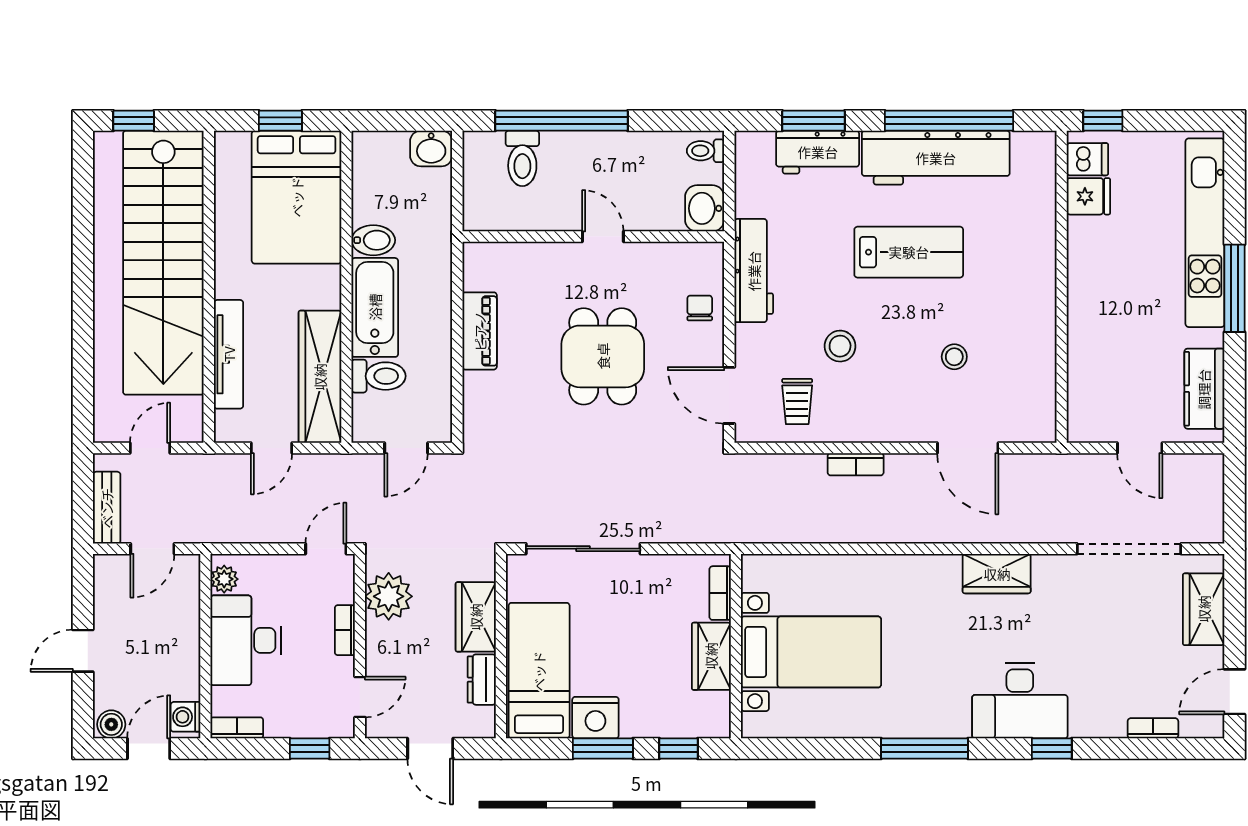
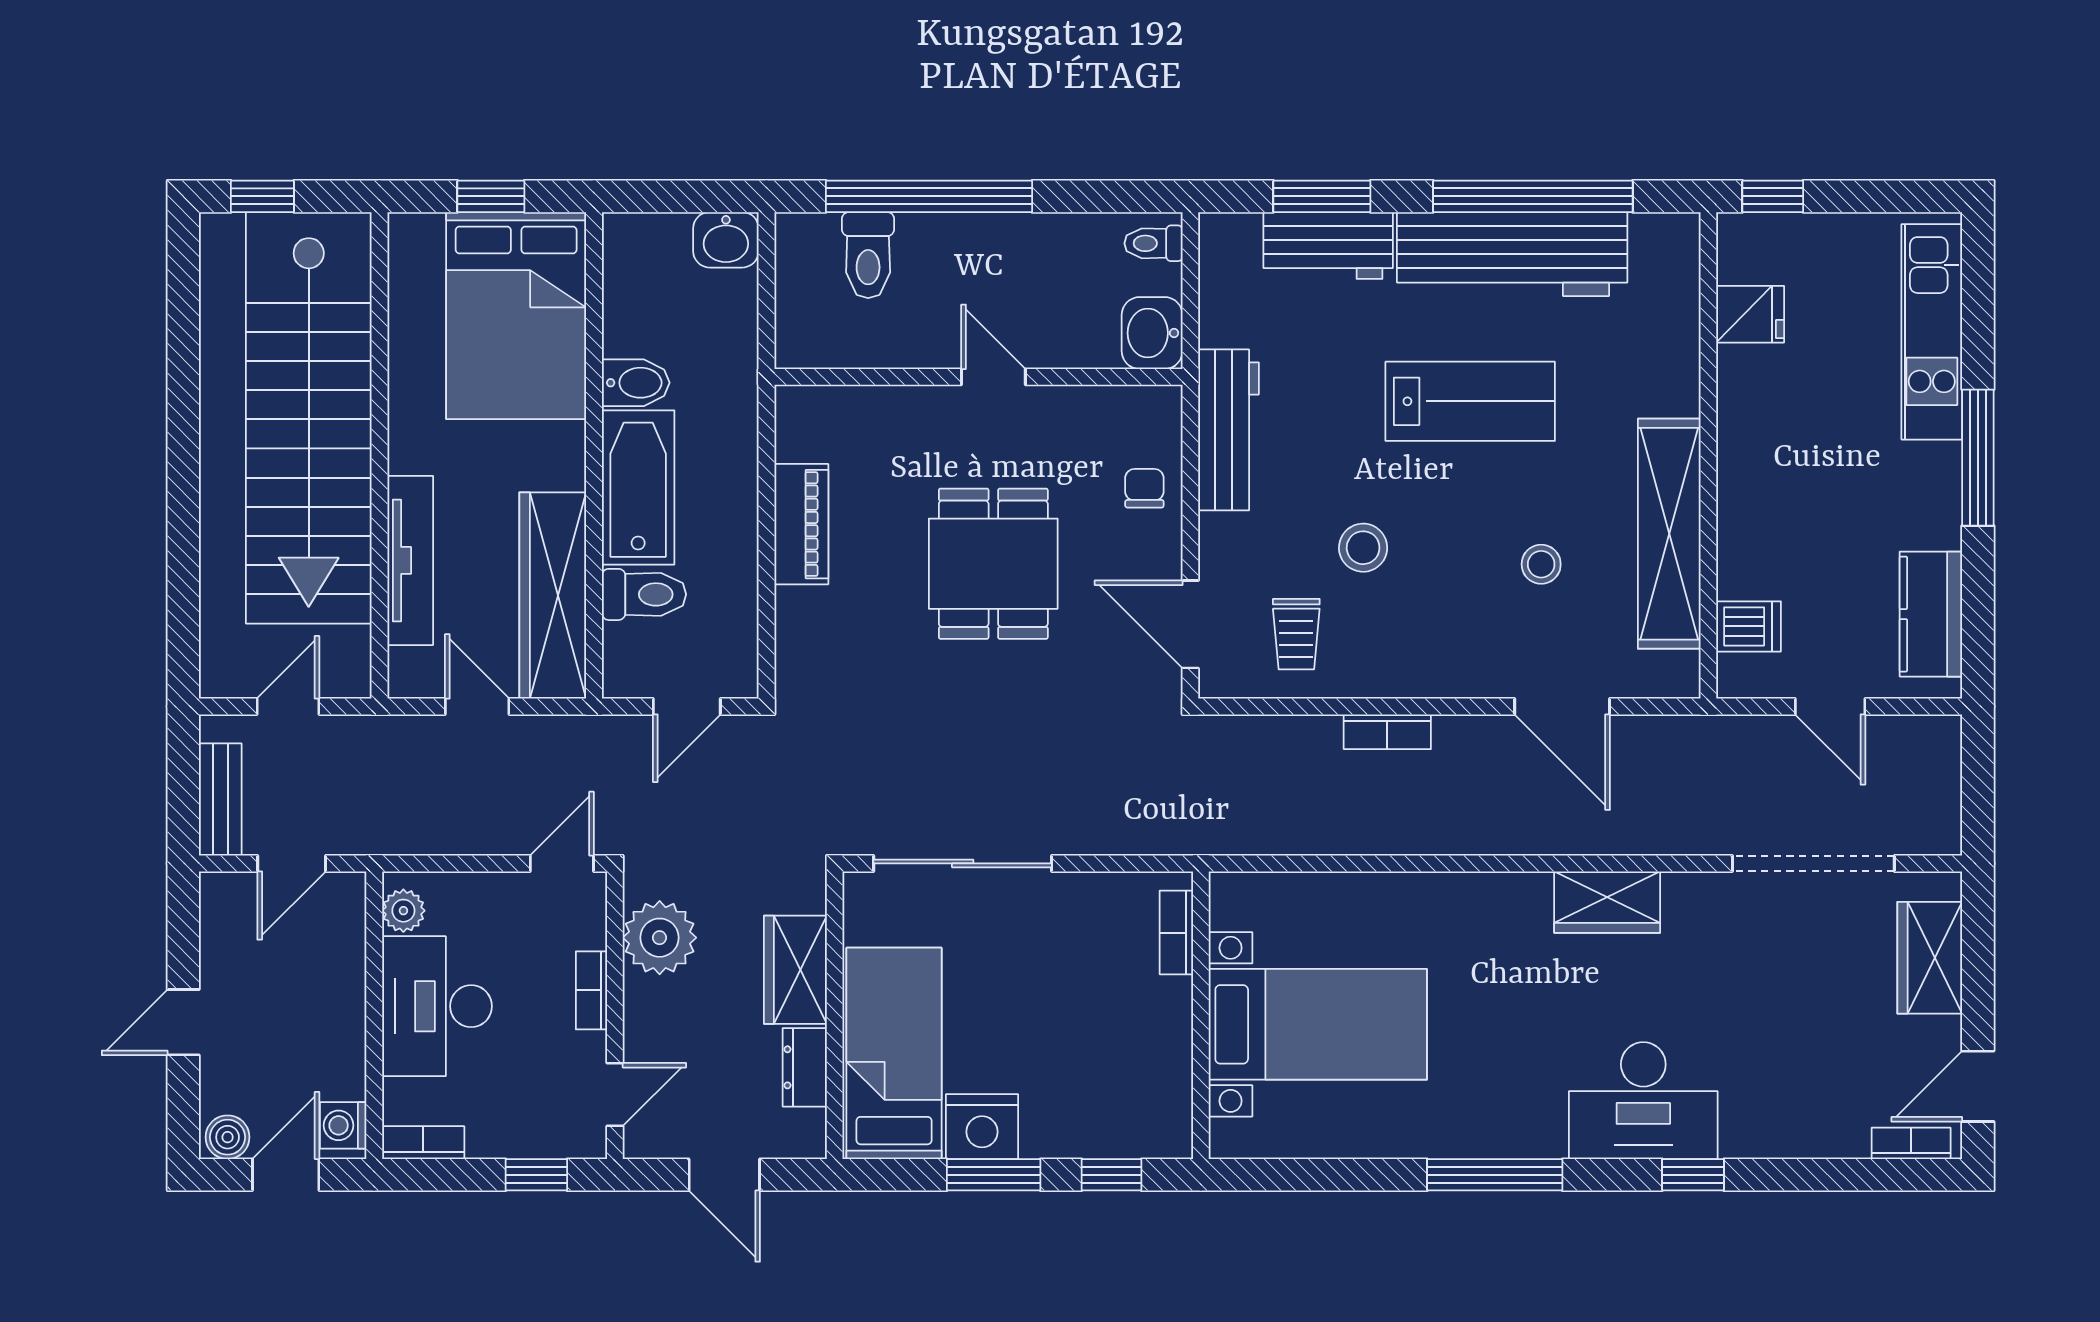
dishwasher: (1087, 159) -> (1749, 626), moved
kitchen unit: (1205, 233) -> (1932, 332), width x0.73
shelving: (1036, 337) -> (1669, 534), added
door: (271, 448) -> (477, 706), swing flipped
wardrobe: (711, 656) -> (1163, 1031), removed
bookcase: (1153, 728) -> (1911, 1143), moved

